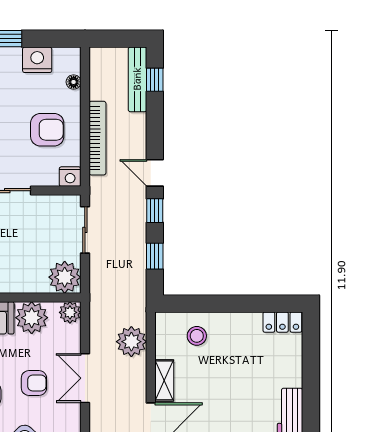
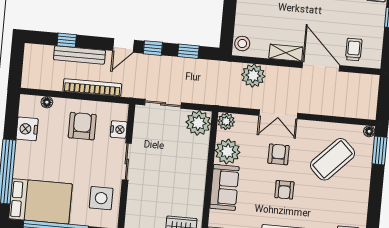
bench: (137, 79) -> (79, 55), moved
window: (155, 80) -> (67, 40), moved
nightstand: (70, 177) -> (119, 130), moved
stool: (197, 336) -> (242, 44), moved

